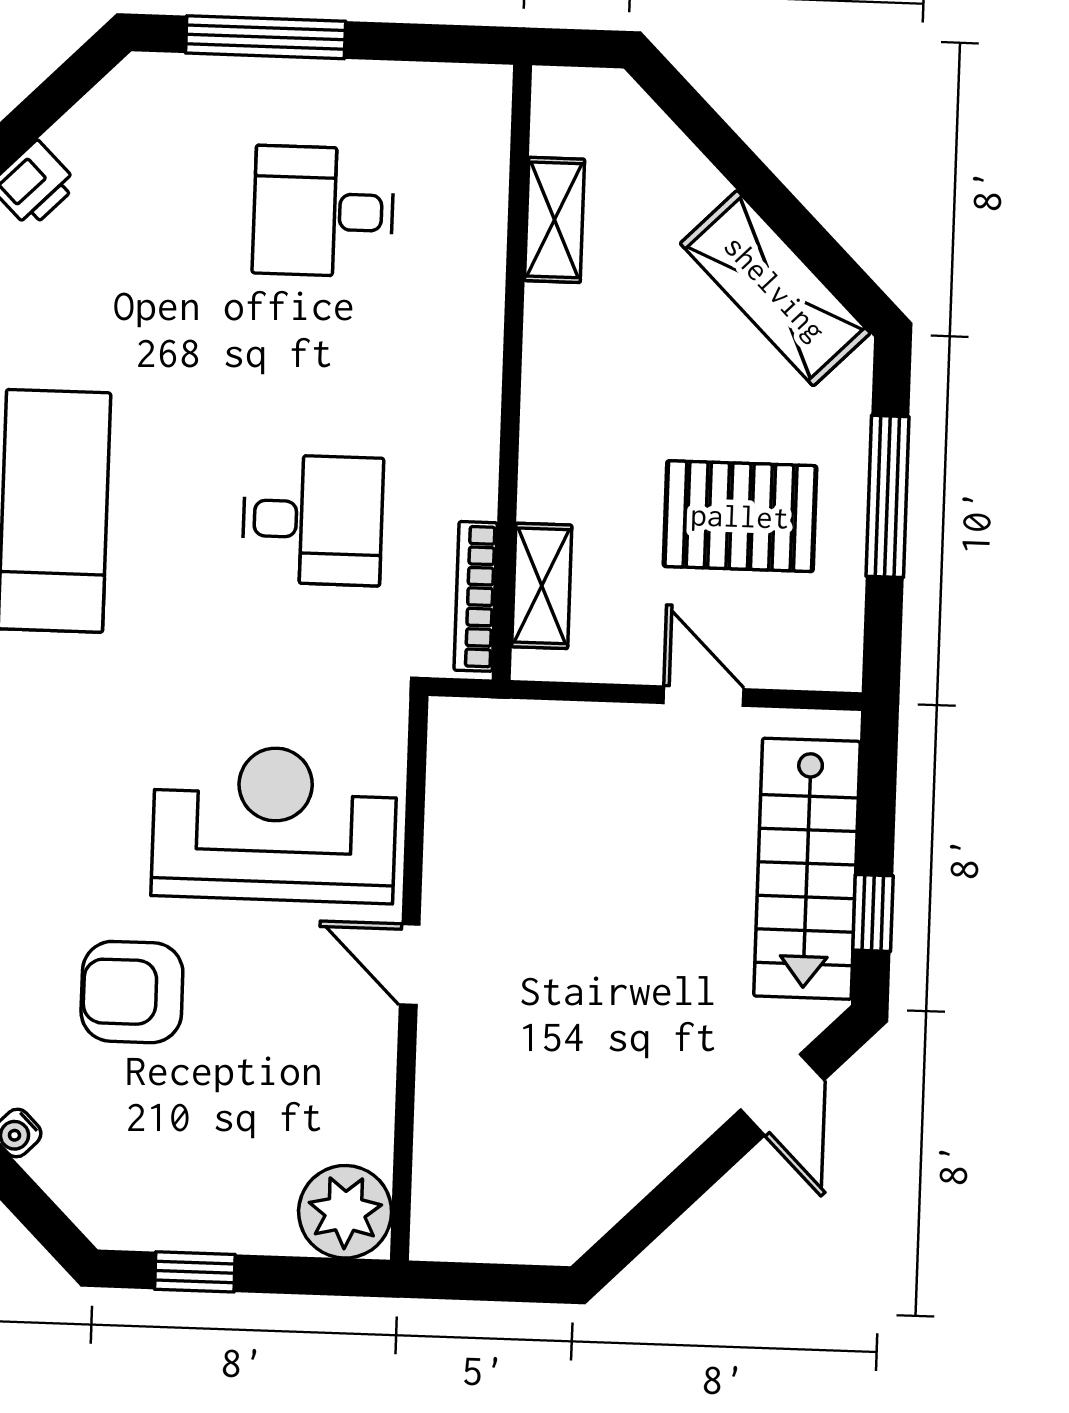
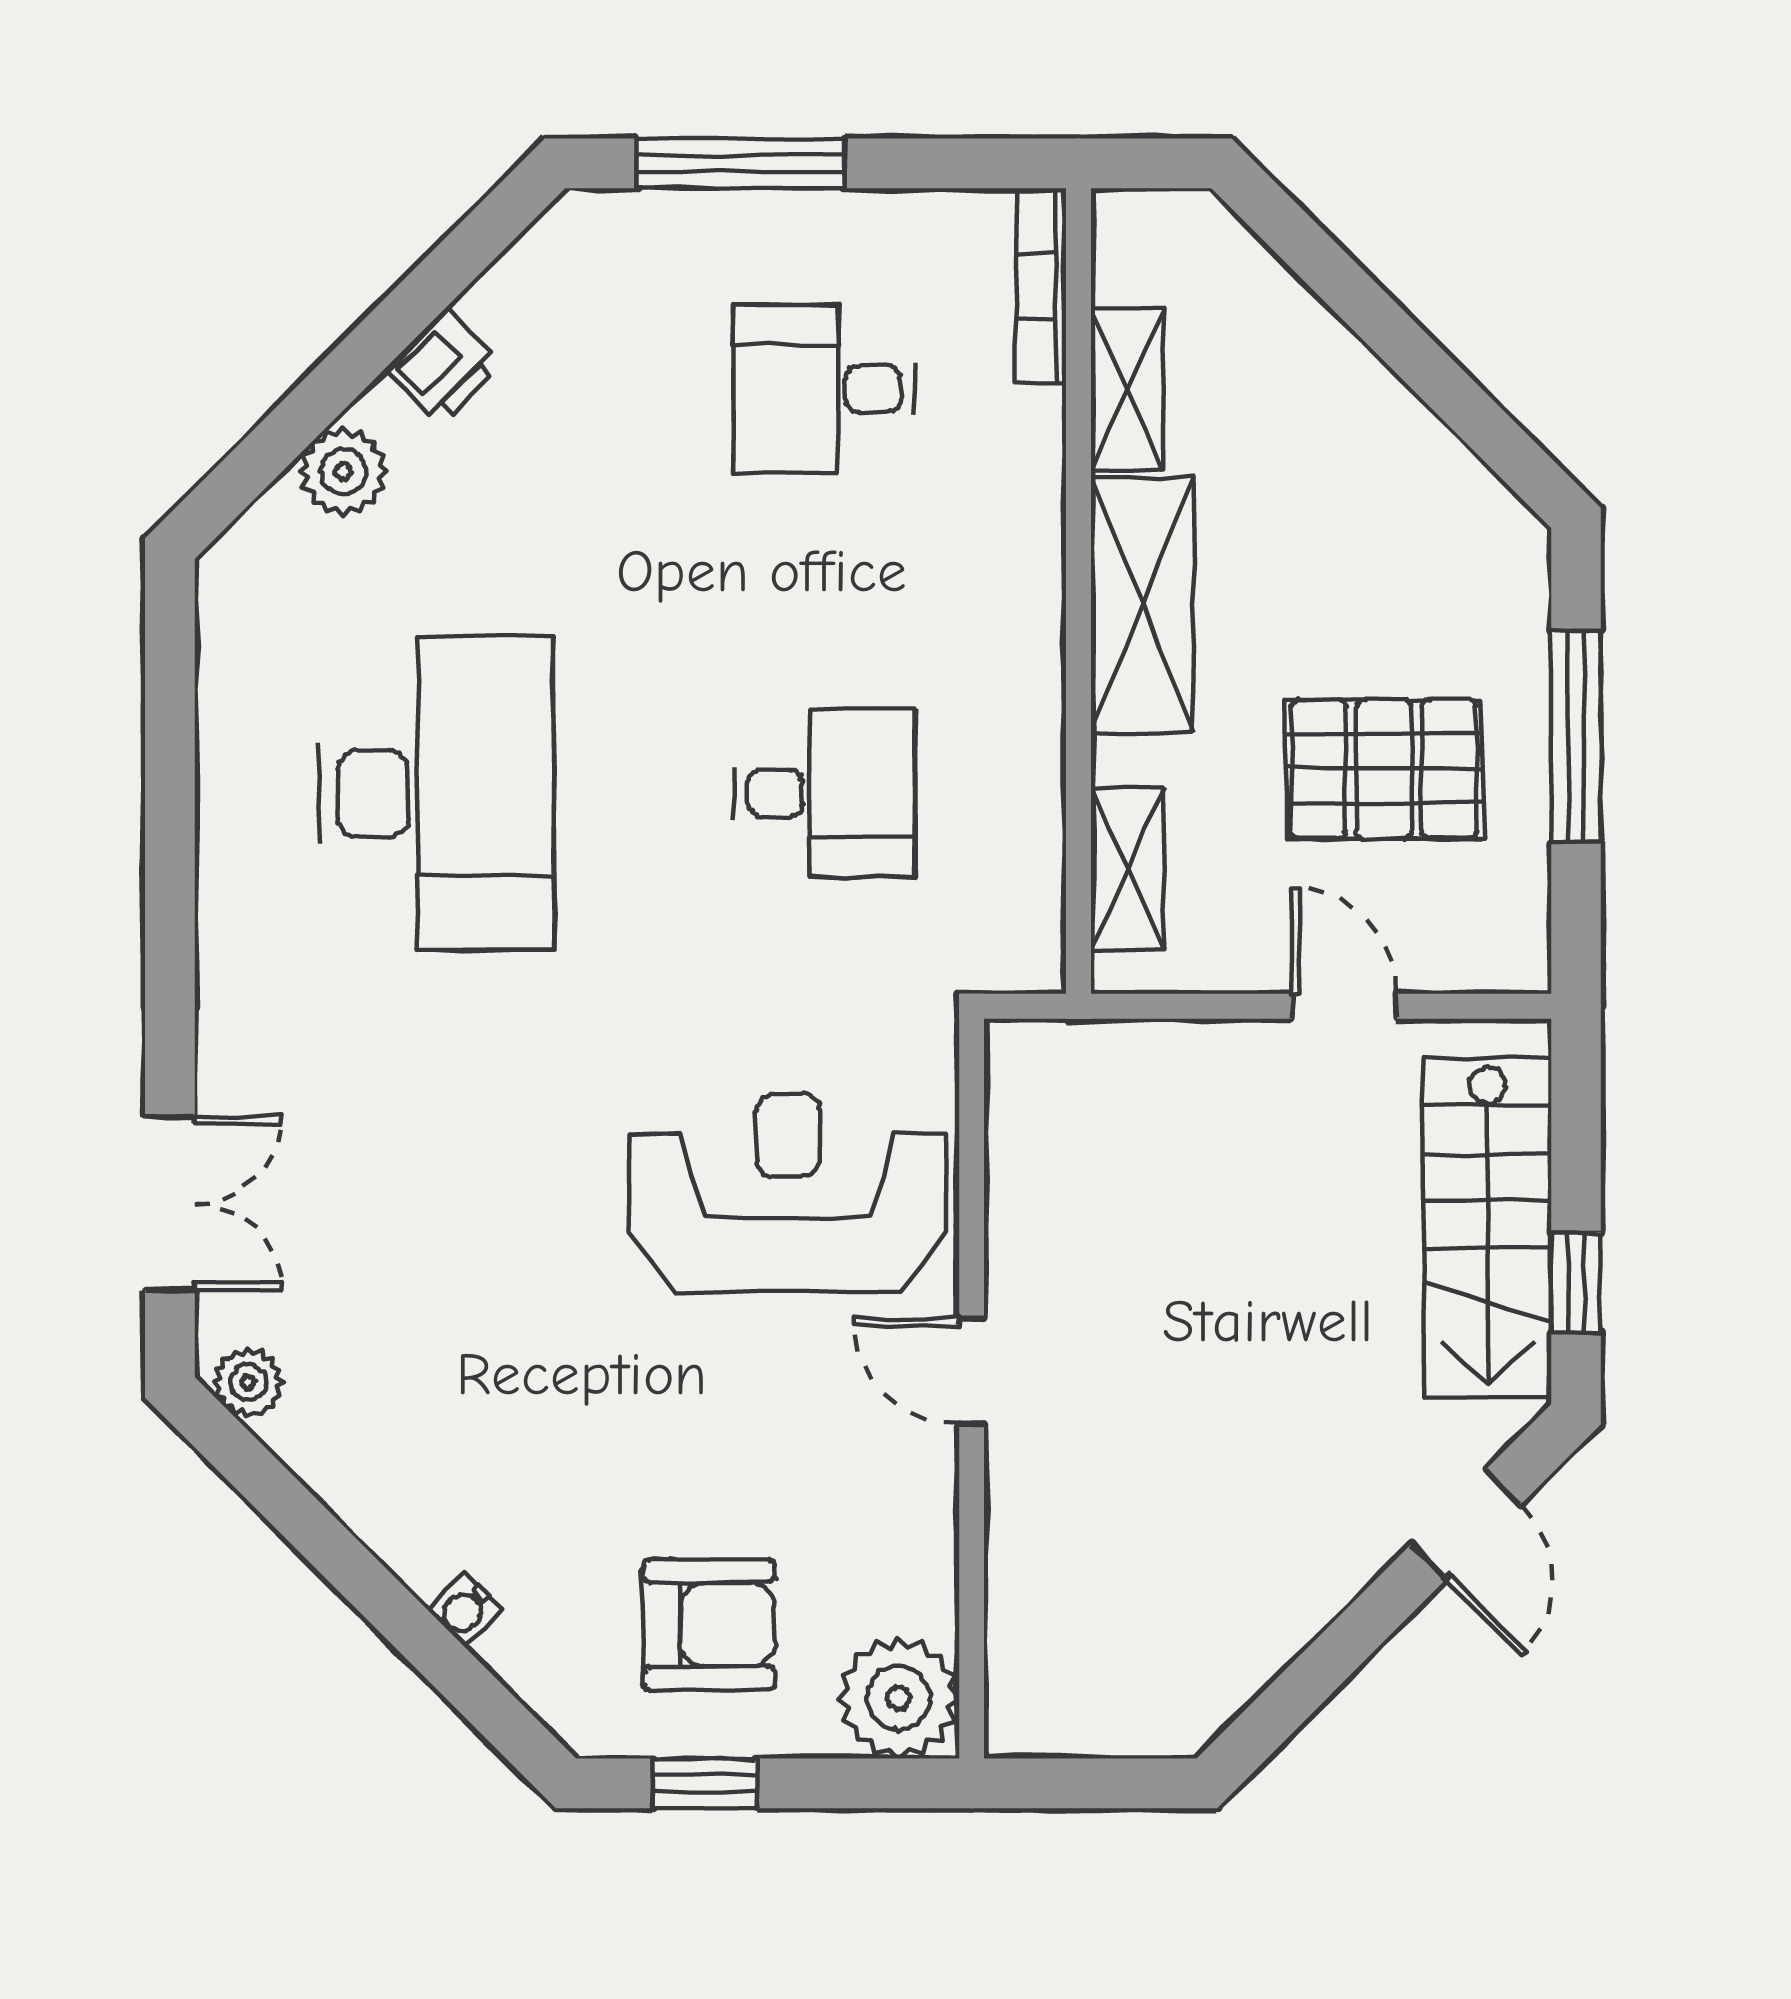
shelving: (775, 288) -> (1142, 605), moved, turned 45
bookcase: (476, 596) -> (1041, 286), moved
armchair: (132, 992) -> (709, 1624), moved, turned 180

